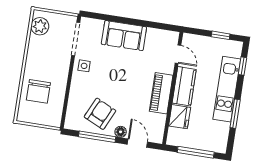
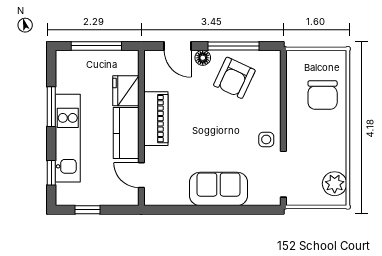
chair: (38, 91) -> (323, 95), turned 180

